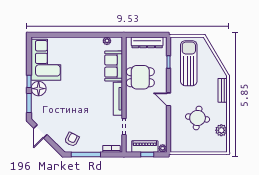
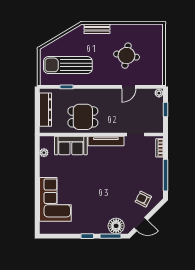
corner sofa: (46, 60) -> (55, 199), moved, turned 90
dining table: (140, 77) -> (83, 117), turned 90
floor lamp: (39, 89) -> (116, 226), moved
door: (168, 99) -> (129, 87), moved
plant: (221, 130) -> (140, 30), removed
armchair: (72, 139) -> (143, 199), moved
piano: (145, 146) -> (157, 112), removed

